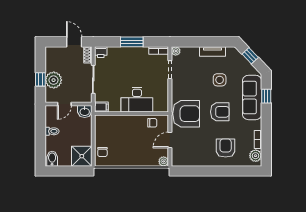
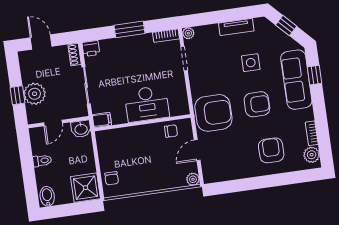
door: (74, 42) -> (41, 42), moved

